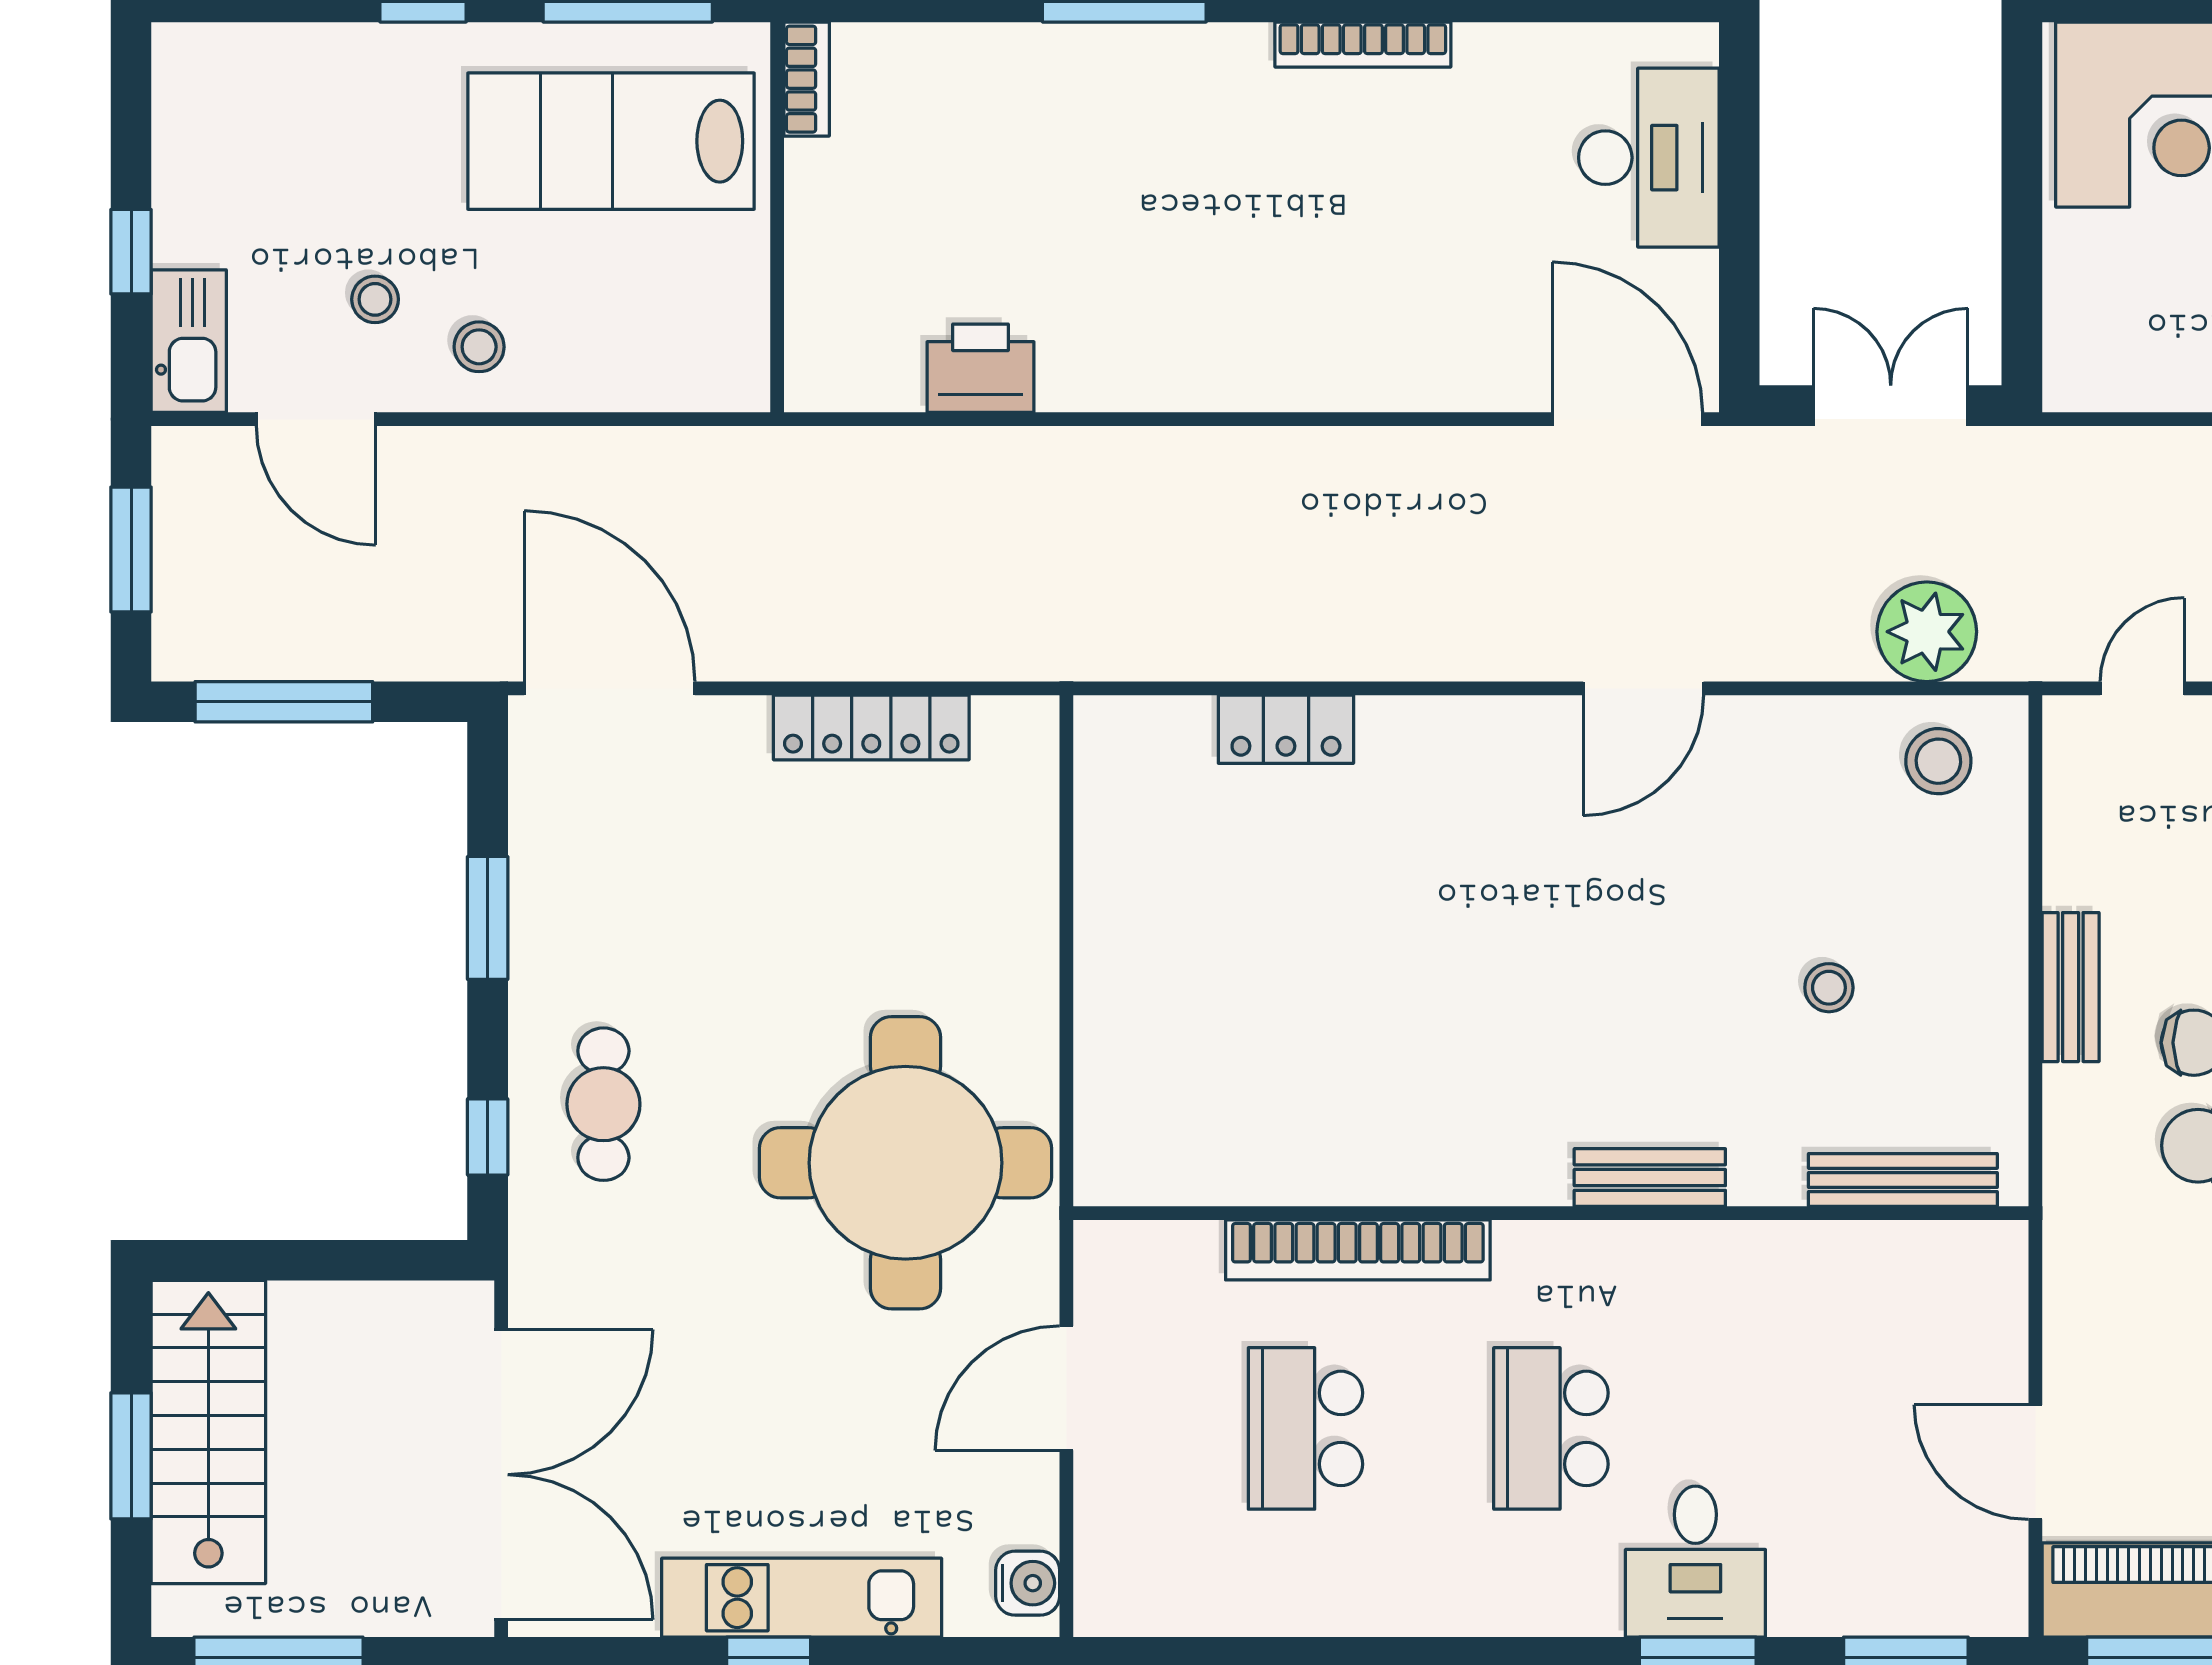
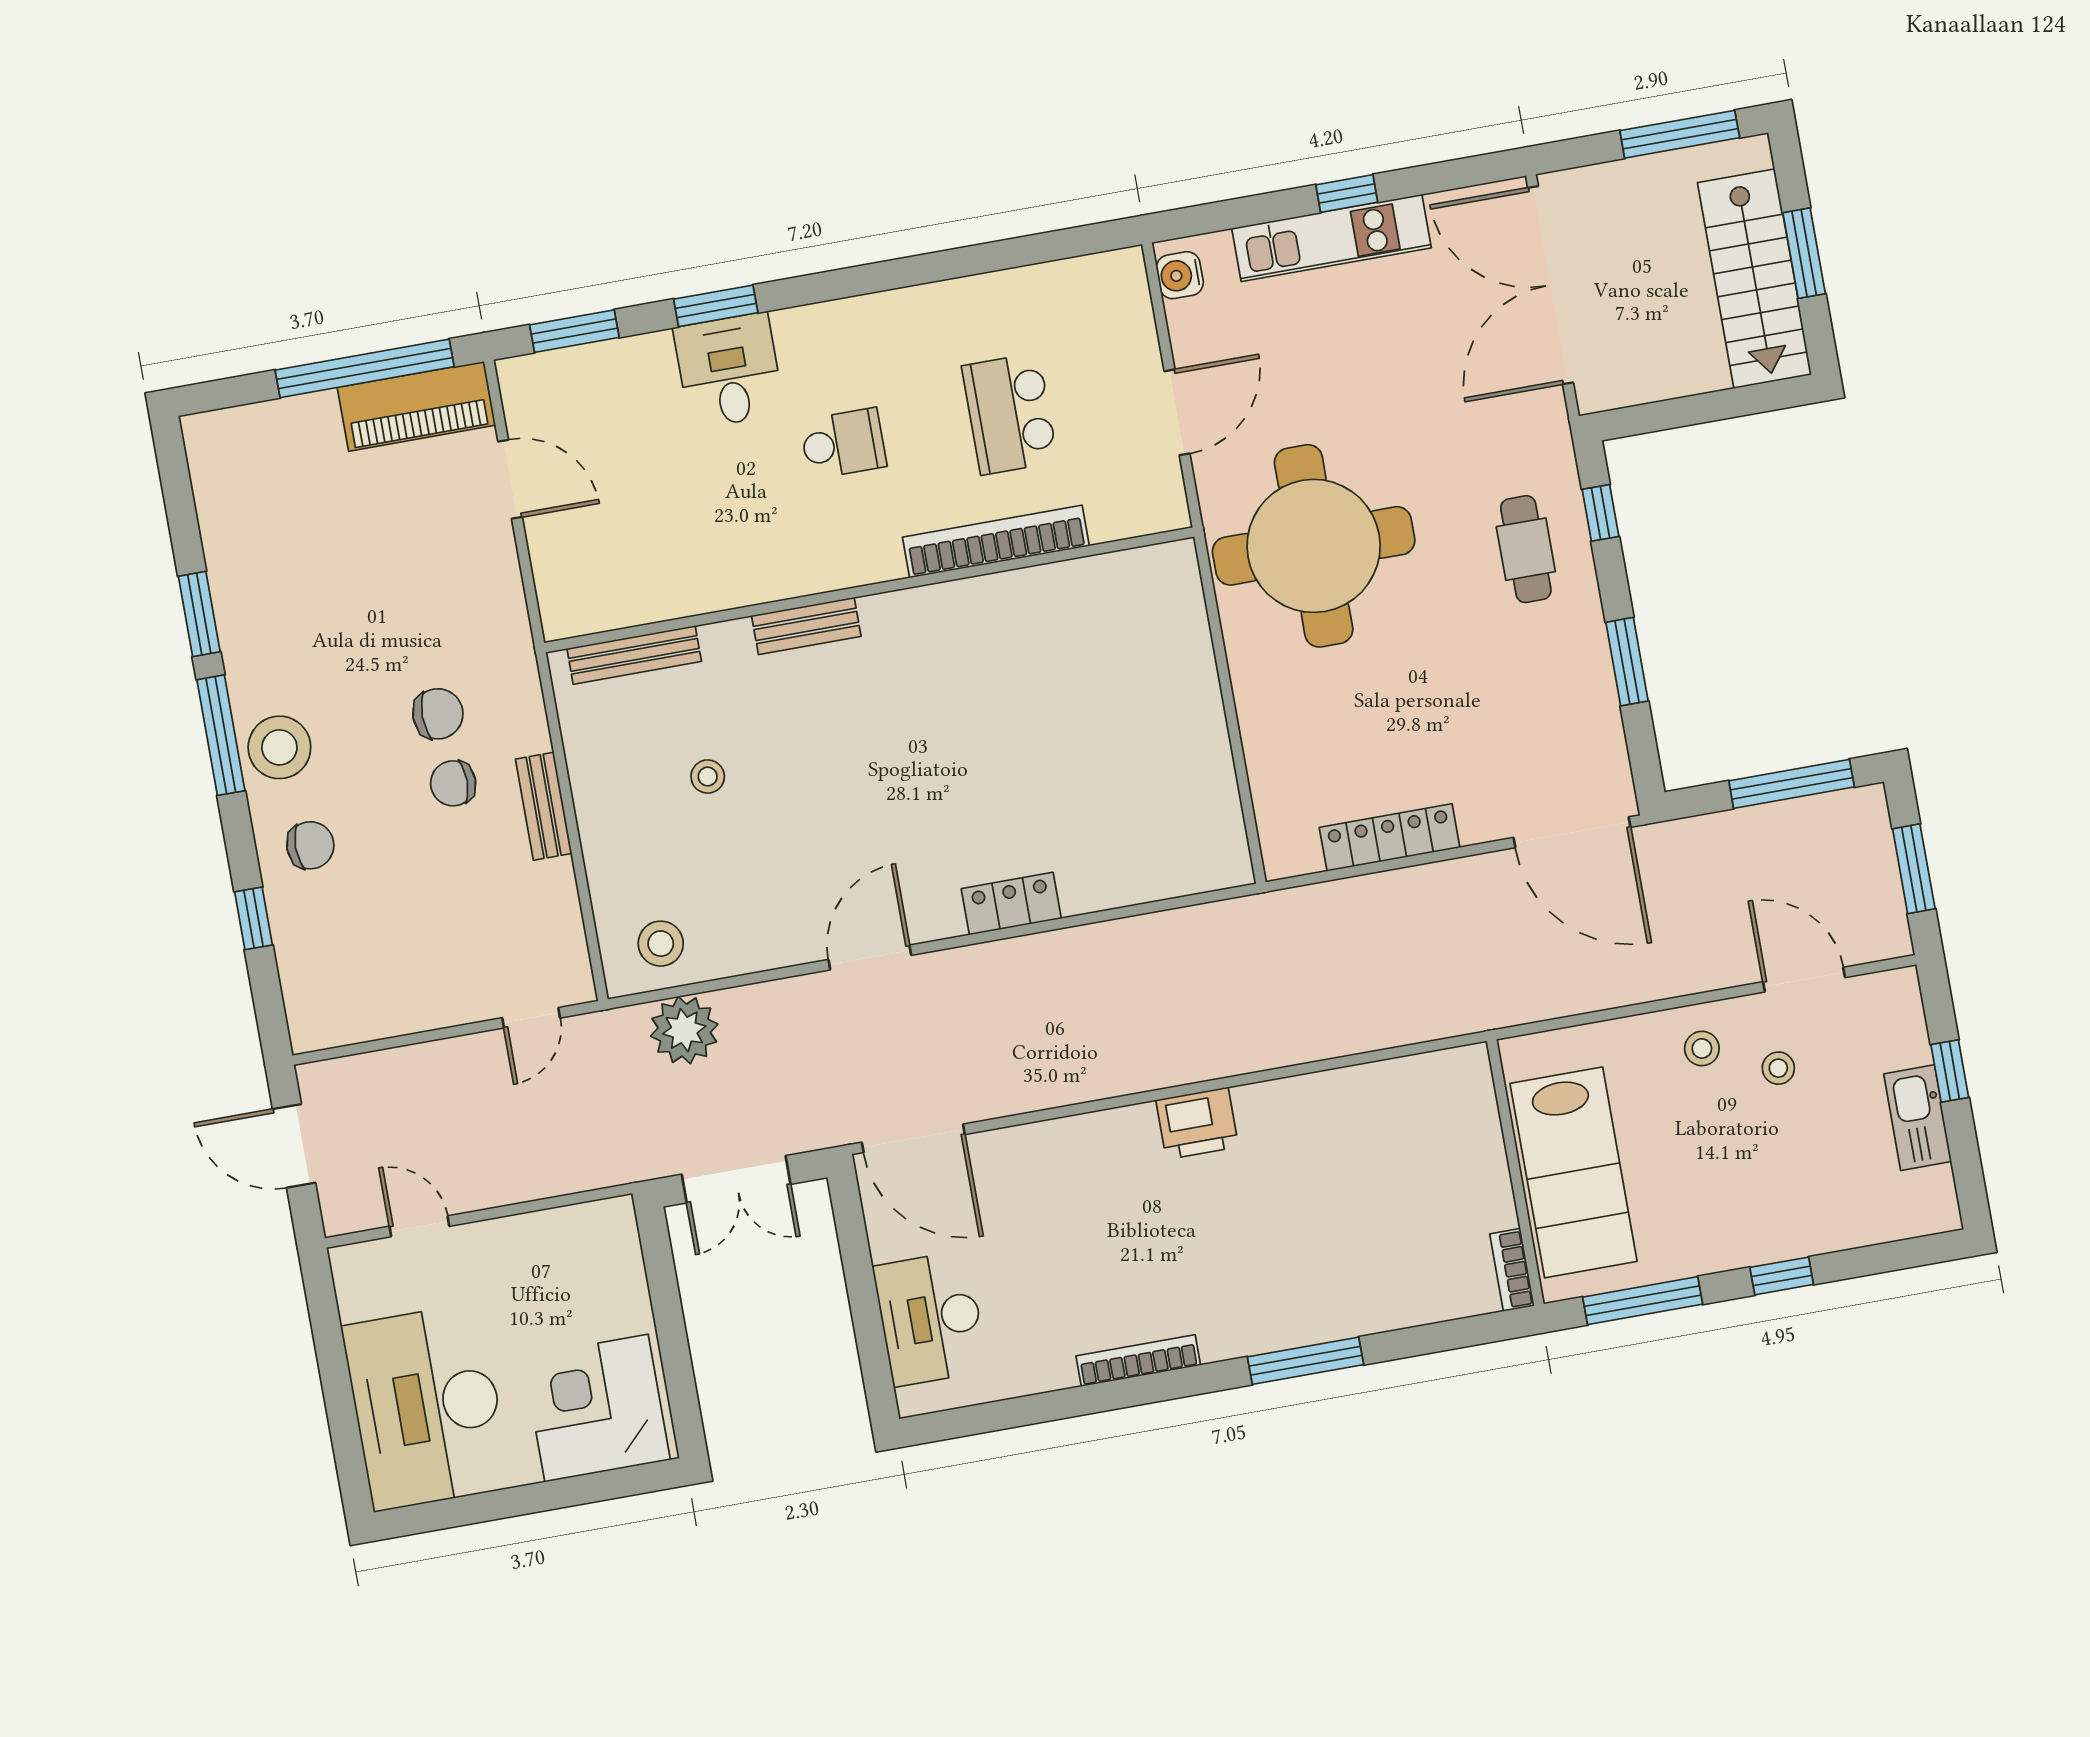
lab bench: (611, 141) -> (1574, 1172), moved, turned 90
kitchen sink: (189, 341) -> (1918, 1118), moved
printer: (980, 368) -> (1197, 1123), moved
locker: (1286, 729) -> (1011, 904), moved
school desk: (1306, 1428) -> (1010, 414), turned 180
school desk: (1551, 1428) -> (843, 444), width x0.54

